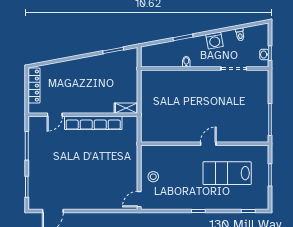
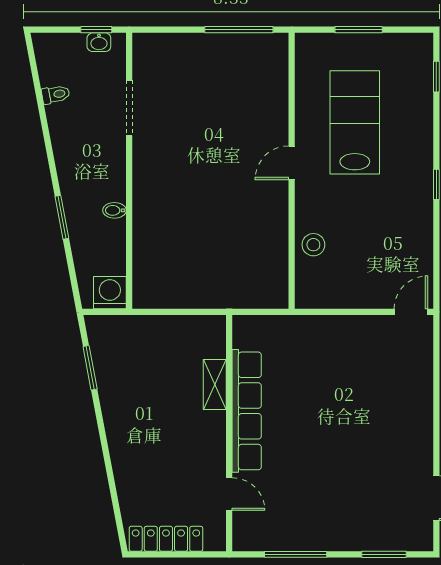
washing machine: (214, 41) -> (110, 293), moved, turned -79
shelving: (126, 108) -> (215, 384), moved
door: (208, 144) -> (292, 163), hinge flipped
lab bench: (227, 173) -> (355, 122), turned 180
stool: (153, 177) -> (313, 245), moved
door: (139, 199) -> (411, 312), swing flipped

